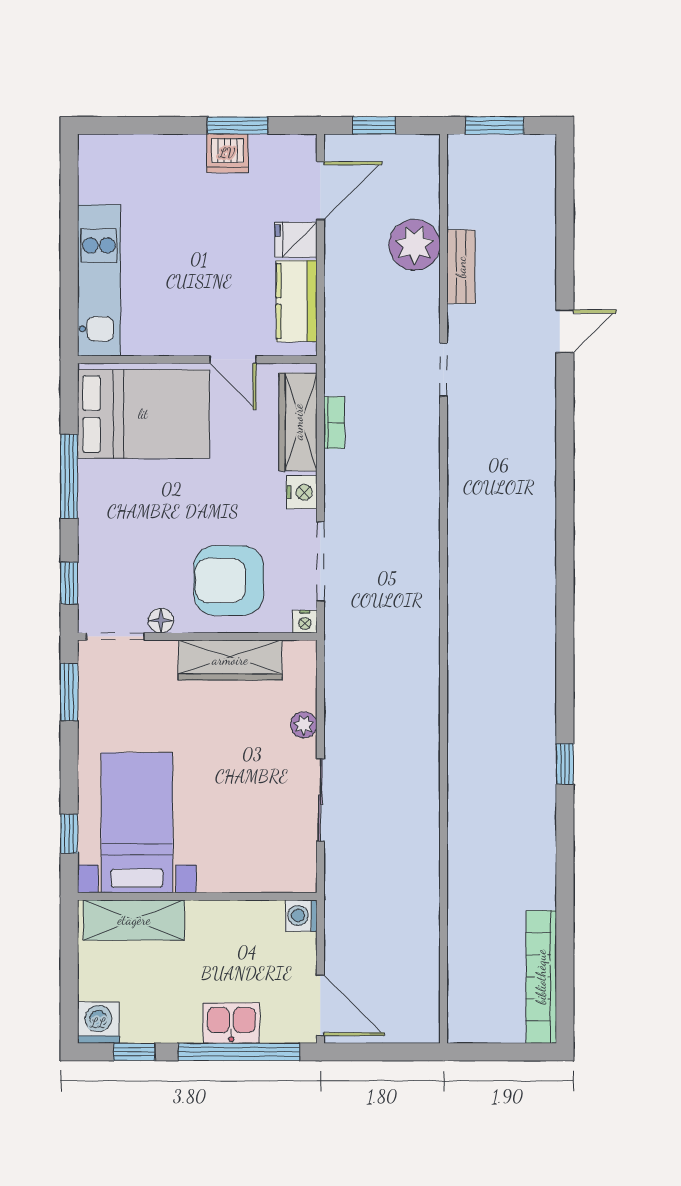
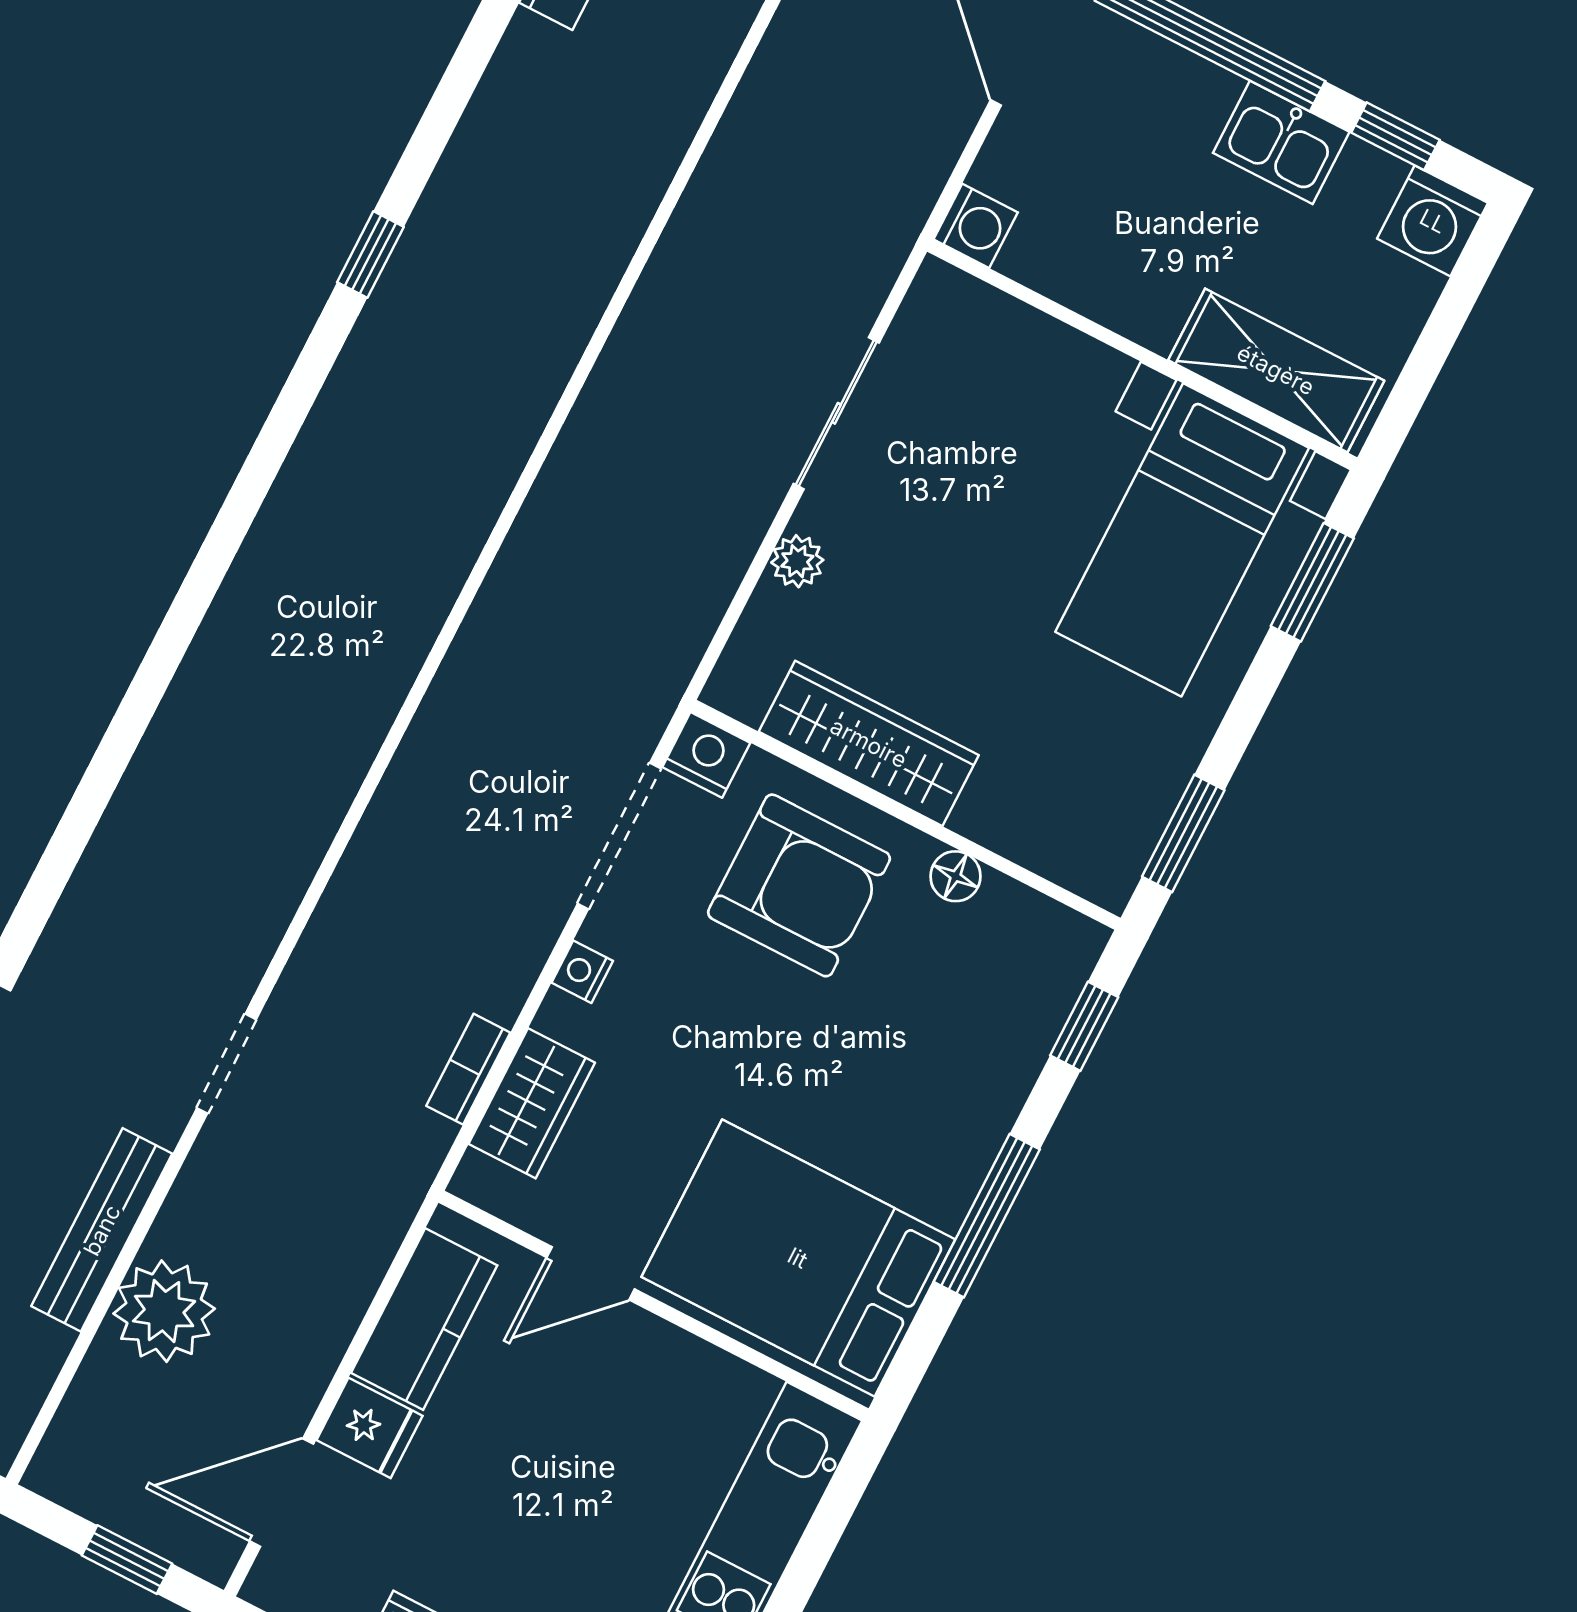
bench: (461, 267) -> (102, 1230), width x1.36
door: (233, 360) -> (591, 1273), swing flipped
wardrobe: (298, 422) -> (532, 1103), width x0.67
nightstand: (302, 492) -> (582, 972), width x0.72, depth x0.74
nightstand: (305, 622) -> (706, 755), width x1.39, depth x1.35
doorway: (115, 637) -> (1051, 890), removed
window: (69, 834) -> (1312, 582), width x1.50
kitchen sink: (231, 1023) -> (1281, 142), moved

